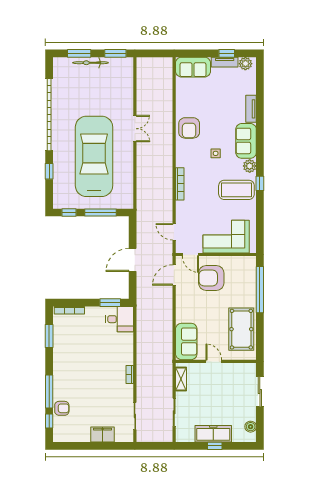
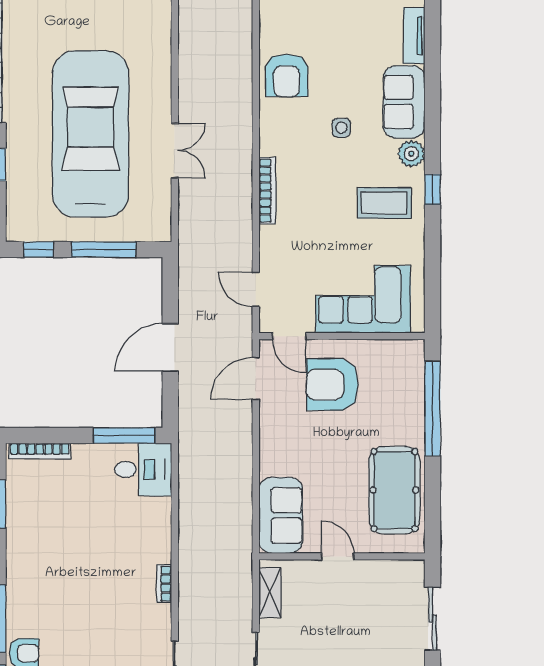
double door: (135, 129) -> (175, 151), moved
coffee table: (236, 190) -> (384, 203), width x0.73, depth x0.76
window: (110, 303) -> (124, 435), width x1.44

